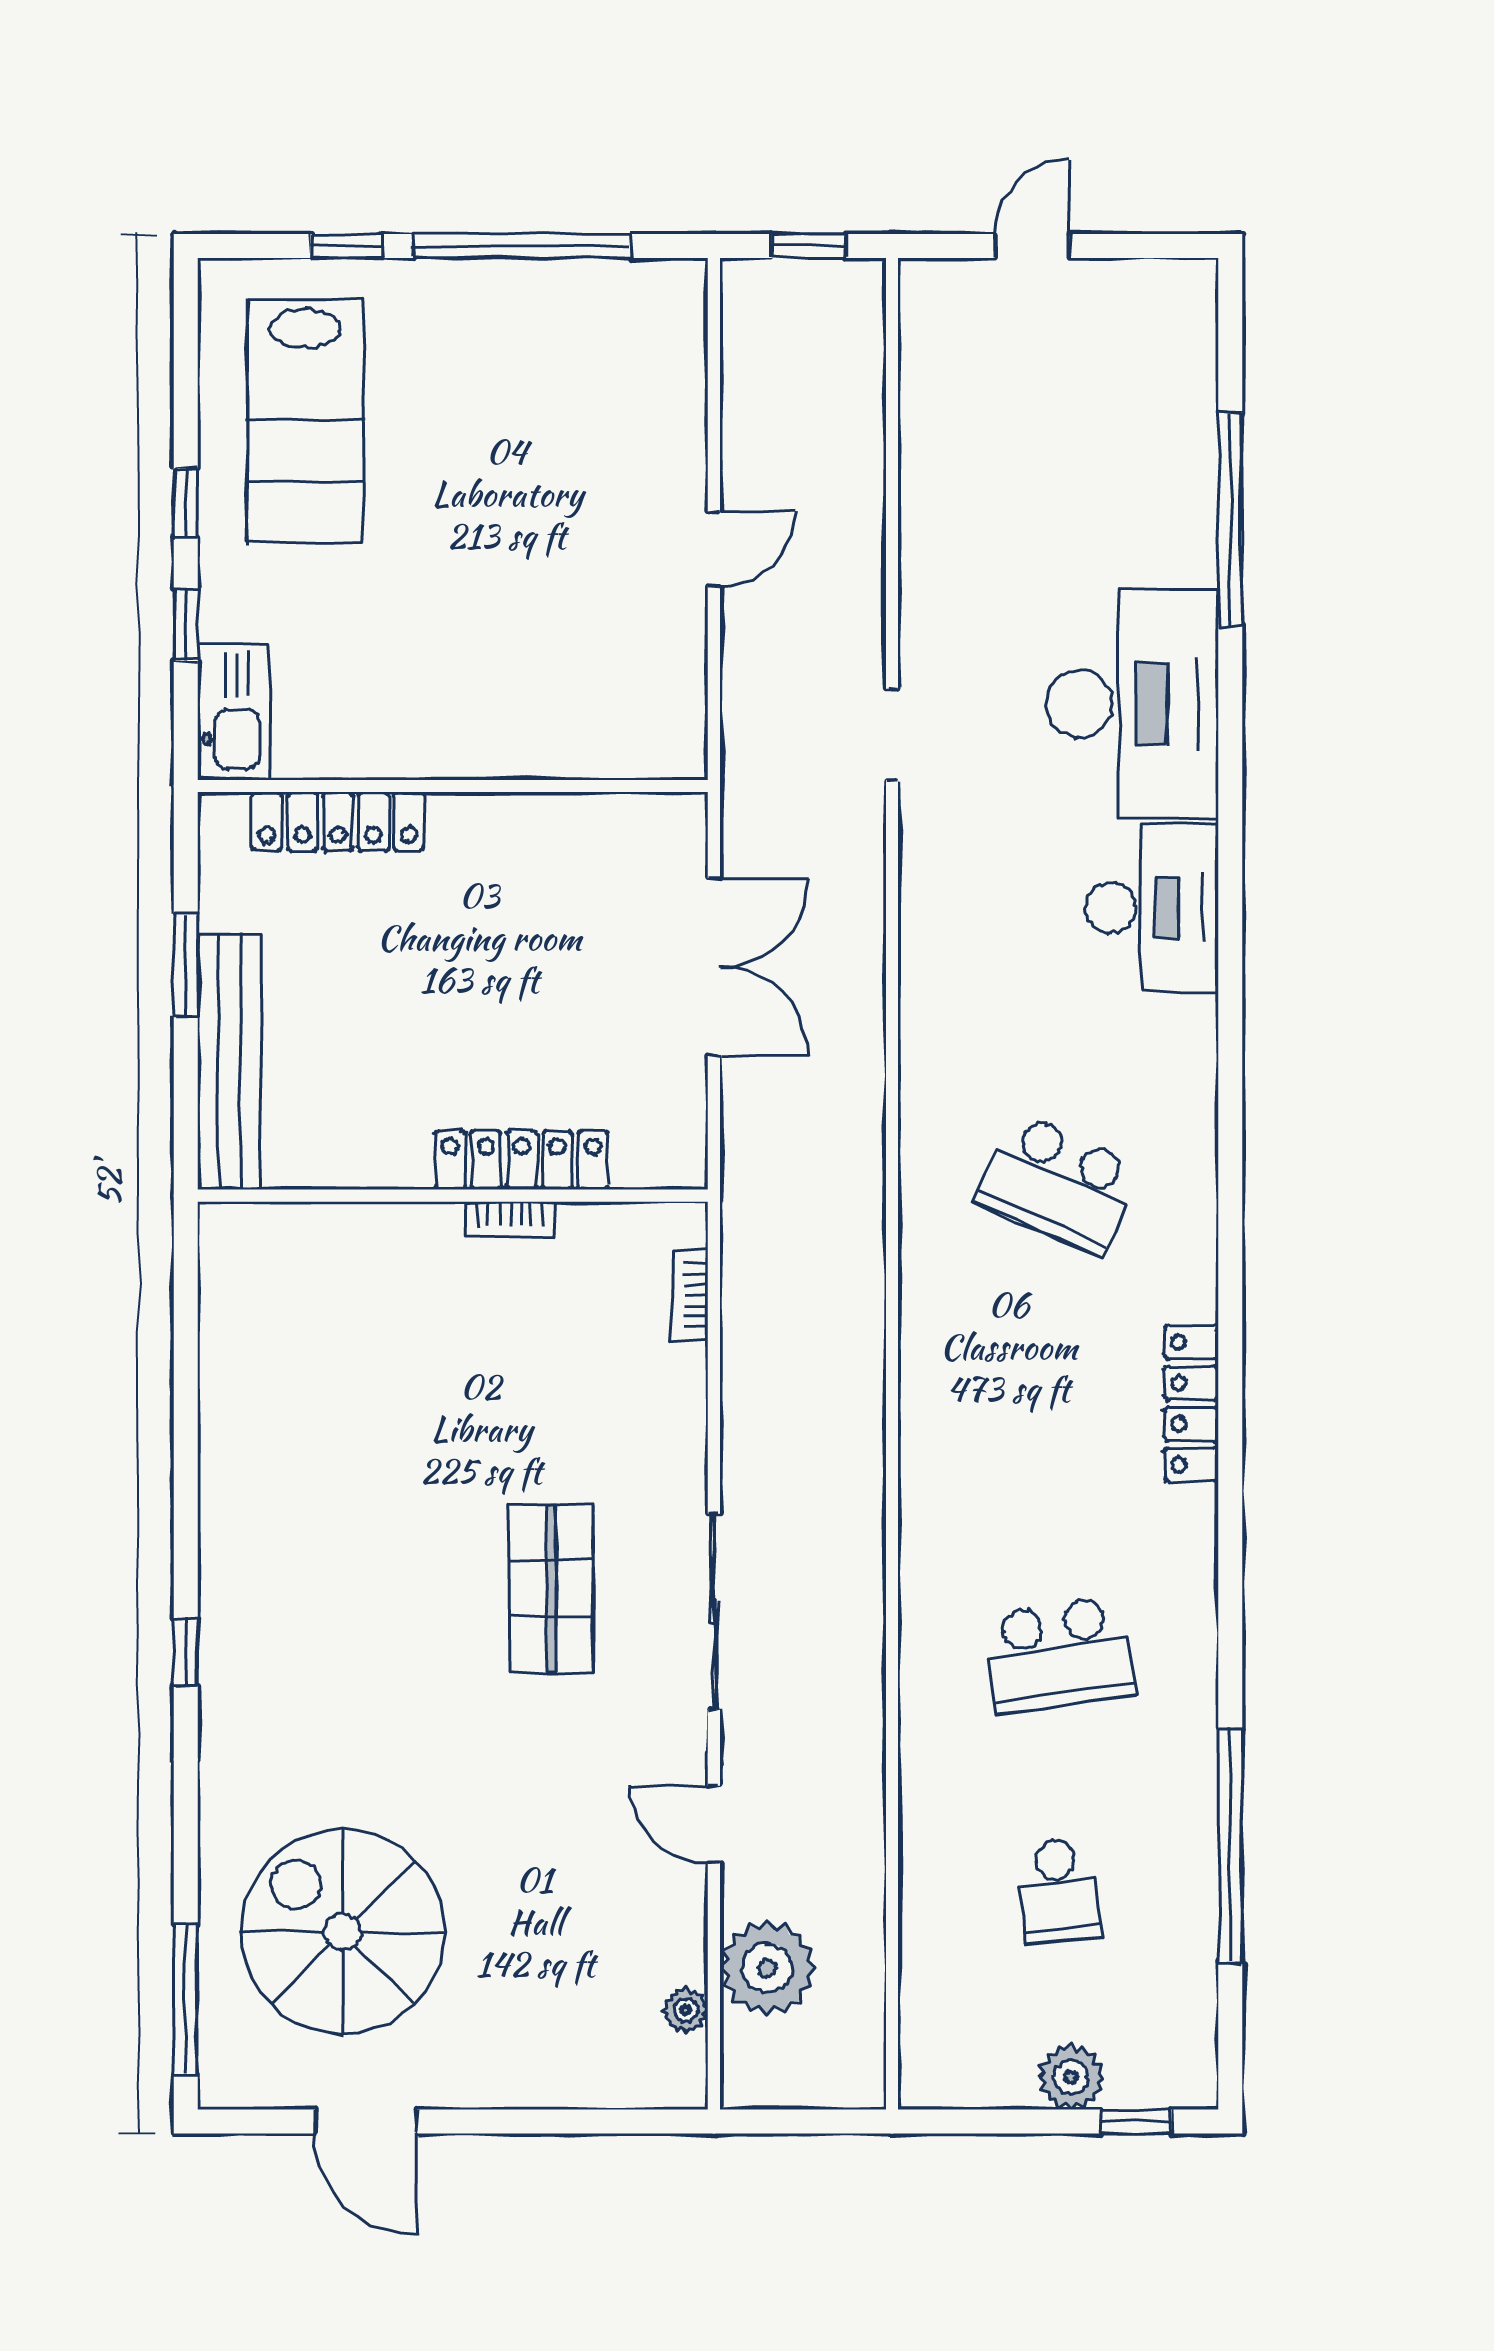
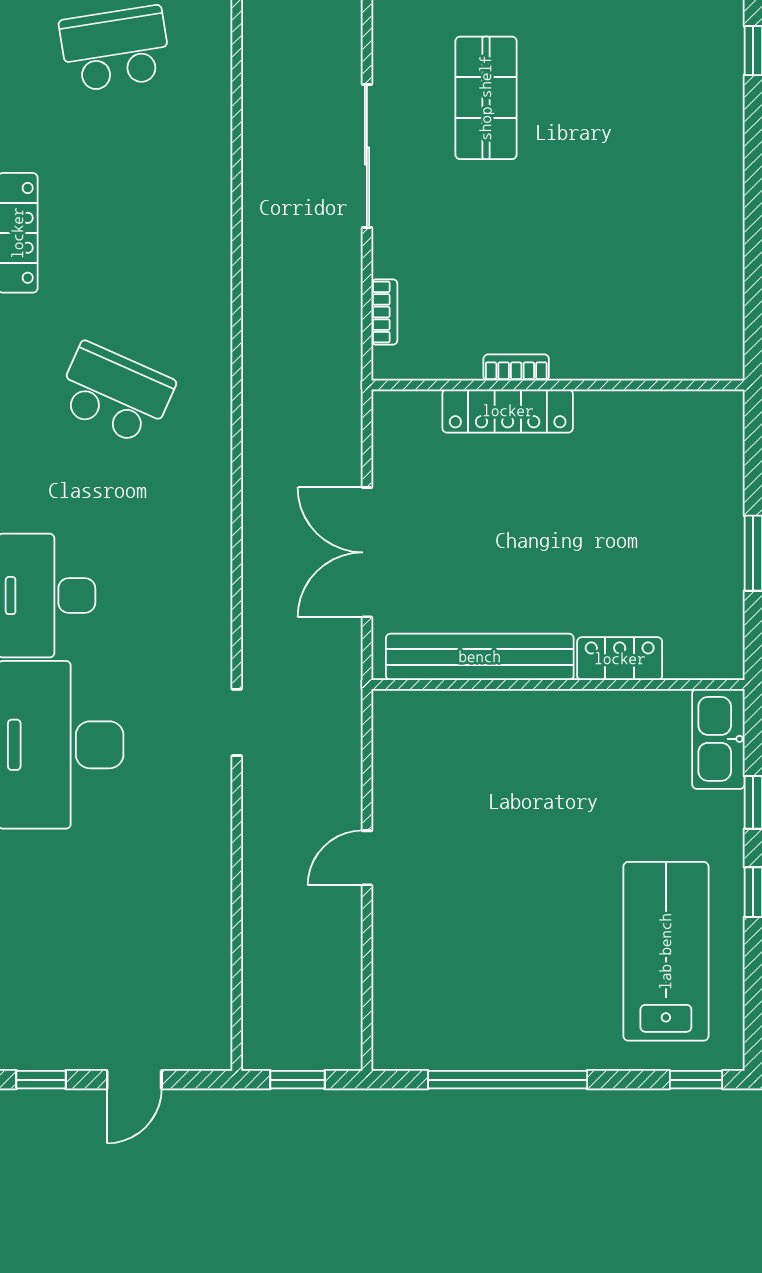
window: (346, 246) -> (696, 1080), moved
window: (1159, 246) -> (41, 1080), added
locker: (338, 821) -> (620, 659), width x0.66
bench: (229, 1061) -> (480, 657), moved, turned 90
sliding door: (714, 1612) -> (367, 156), moved

